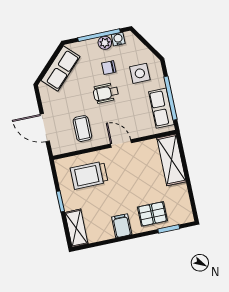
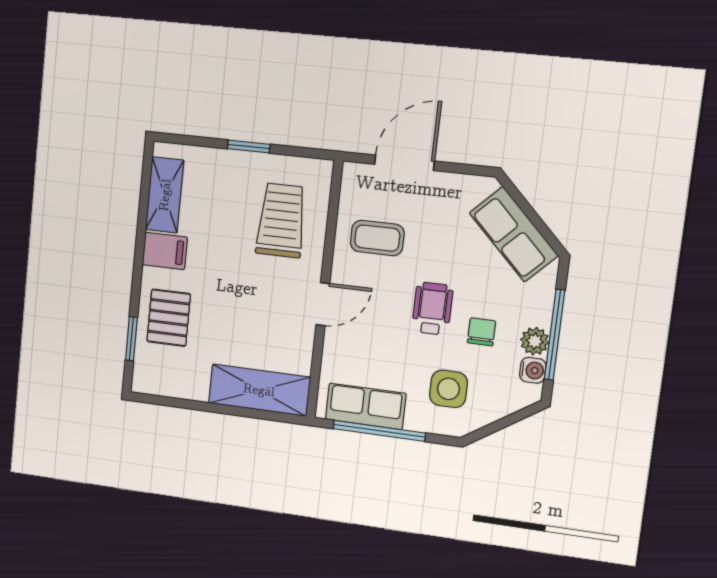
shelving: (76, 228) -> (165, 195), moved, turned 90

